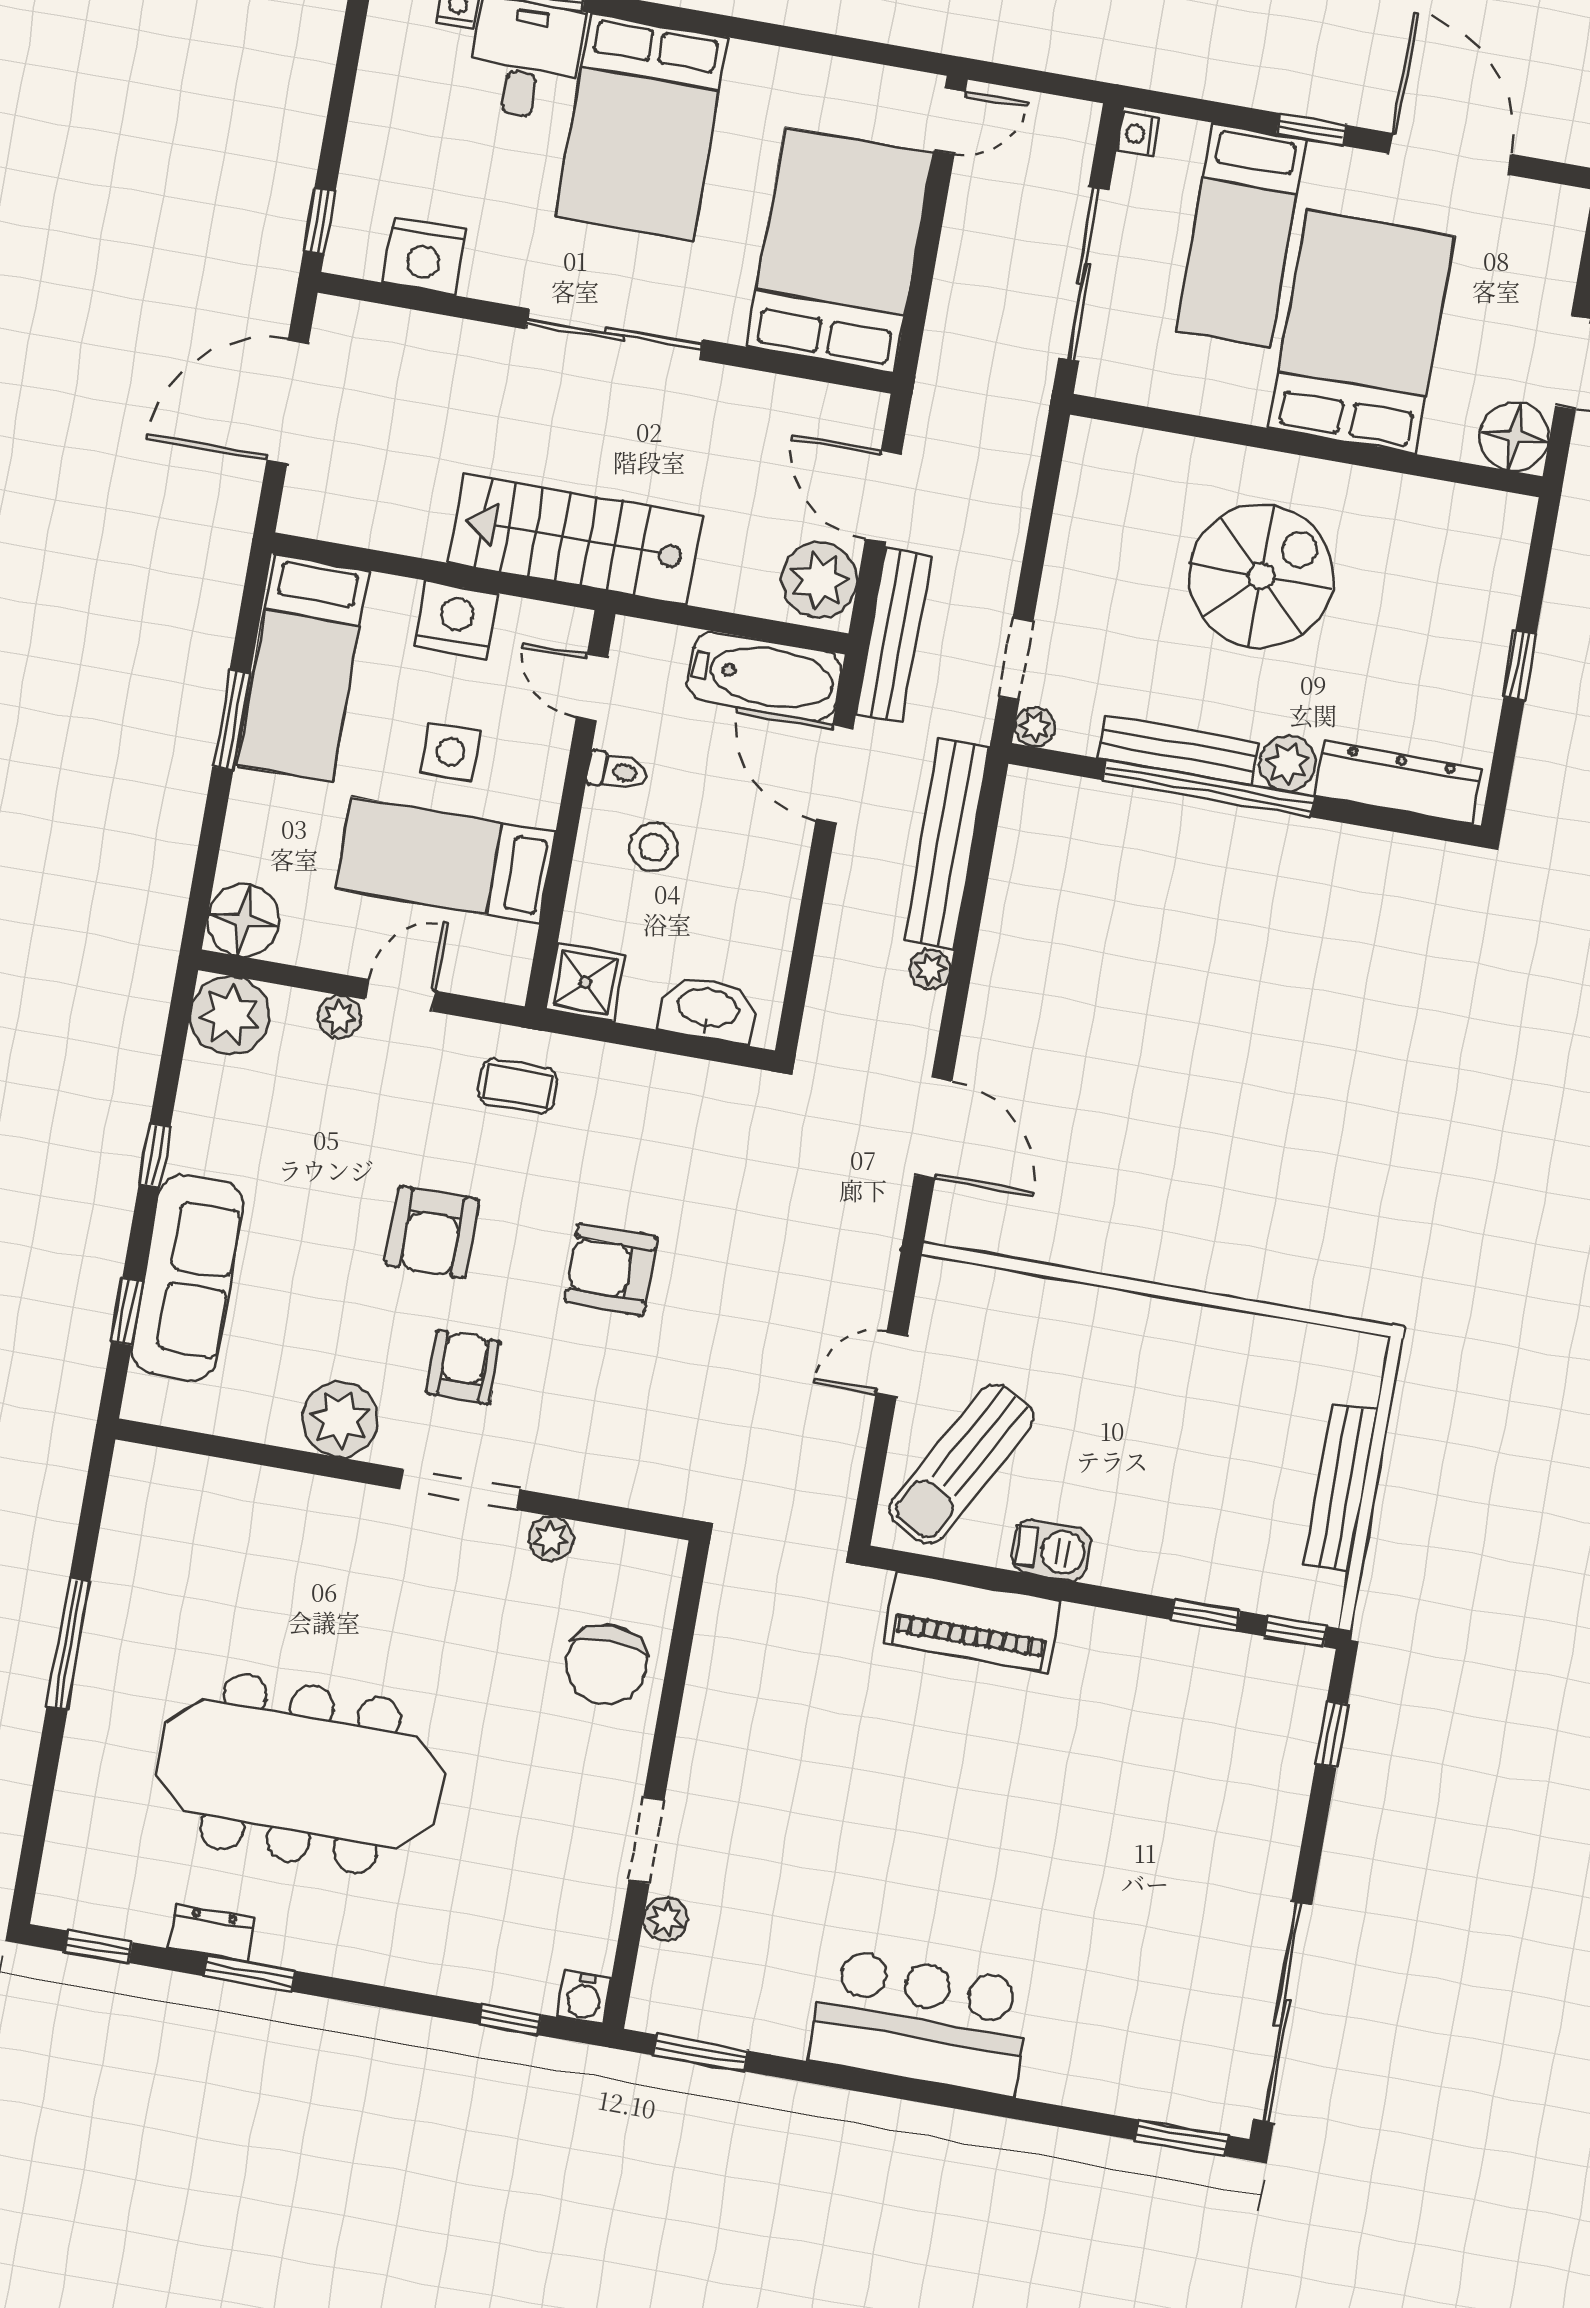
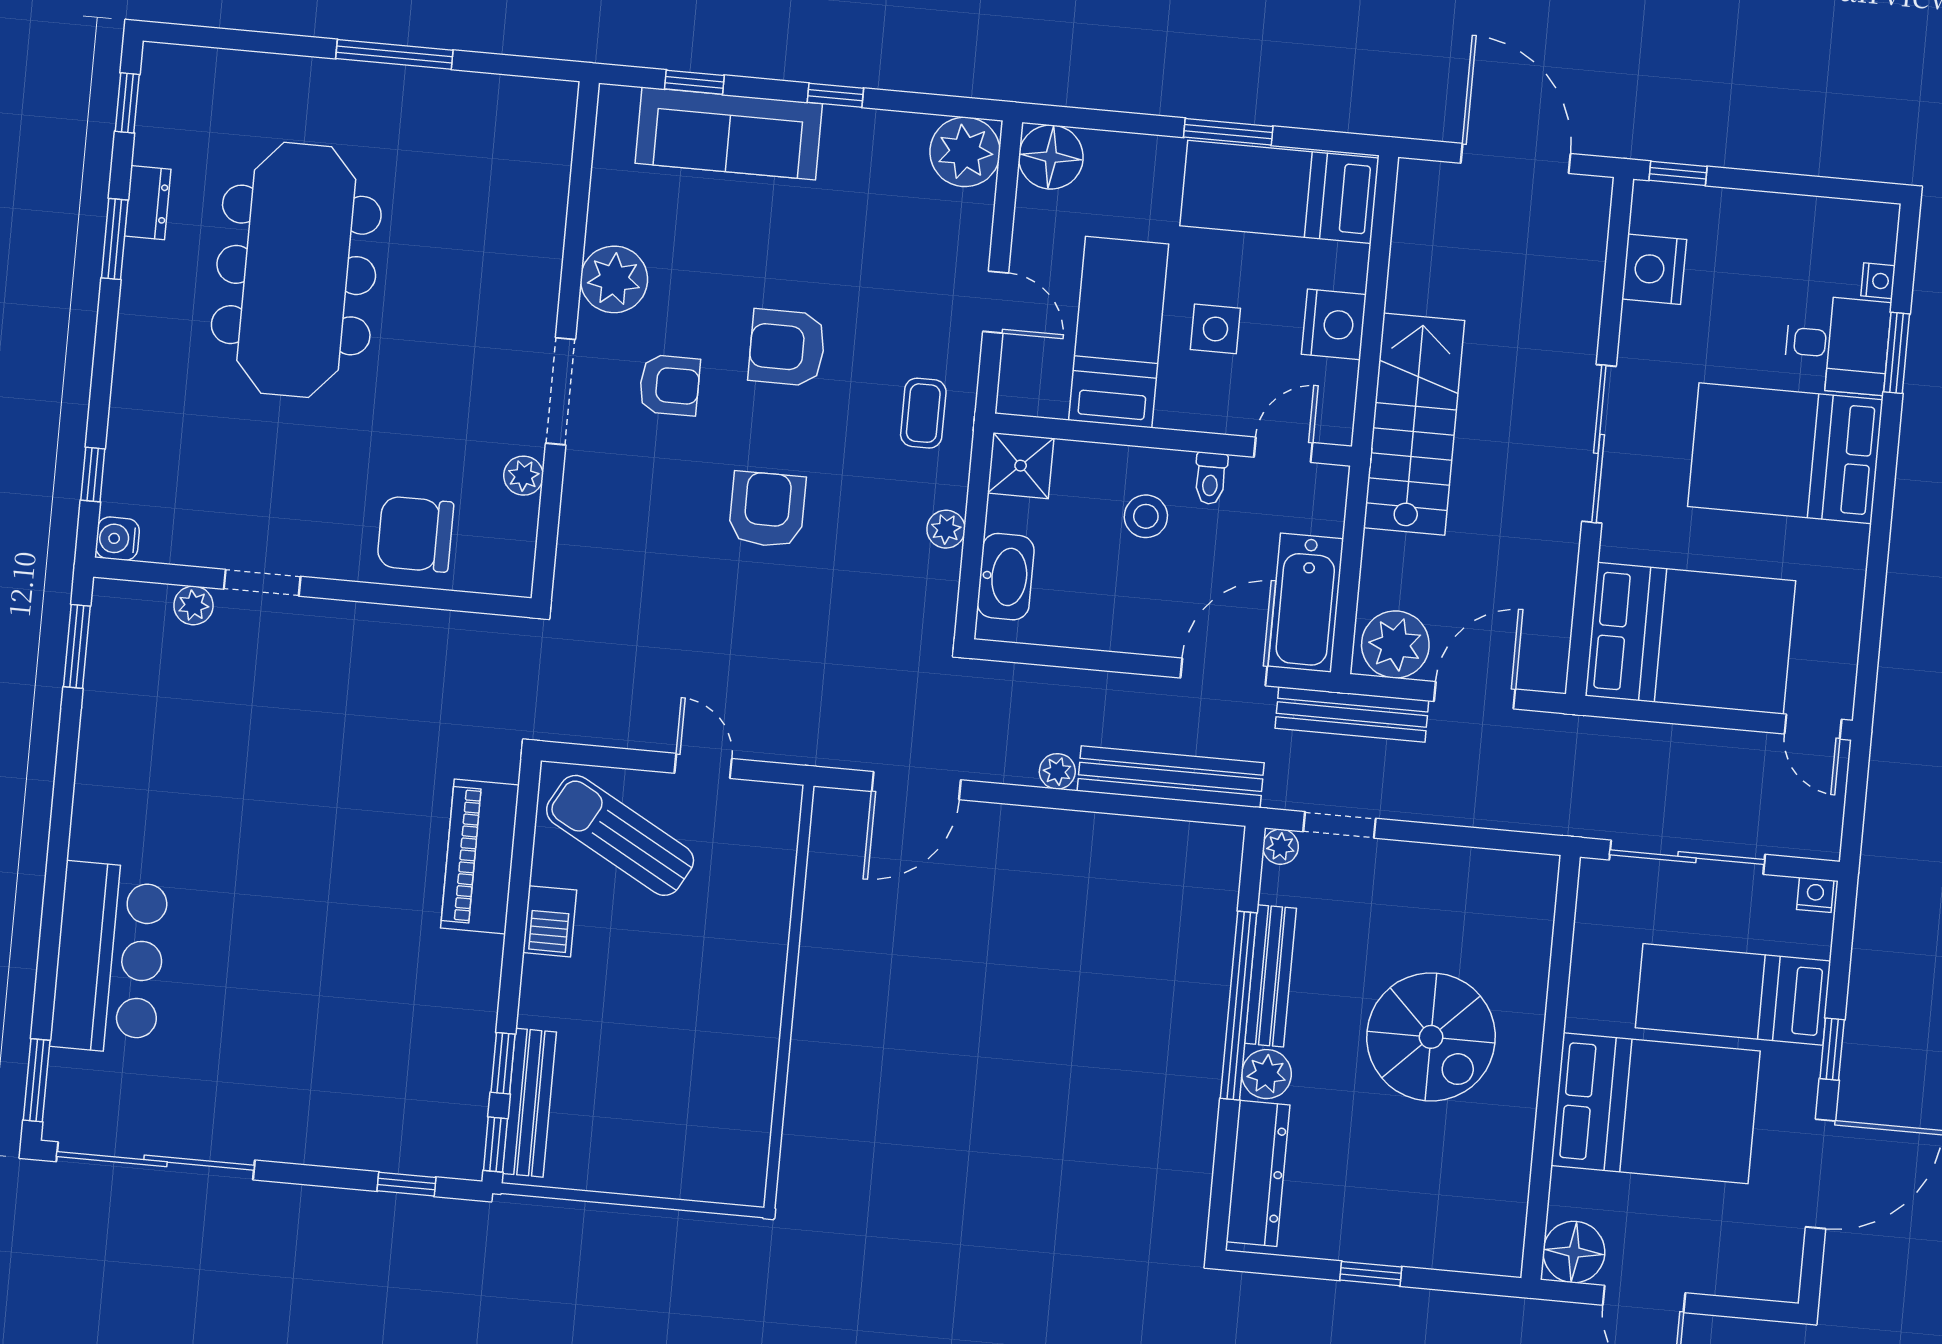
plant: (339, 1017) -> (946, 529), moved
bench: (1341, 1487) -> (529, 1103), moved, turned 90
bar counter: (921, 2022) -> (110, 958), moved

